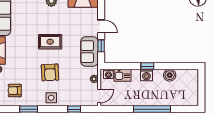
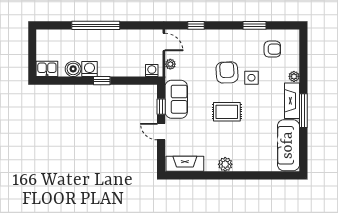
kitchen sink: (122, 75) -> (47, 69), moved
washing machine: (146, 75) -> (90, 69), moved
door: (99, 96) -> (164, 42), swing flipped
side table: (51, 98) -> (251, 78), moved

